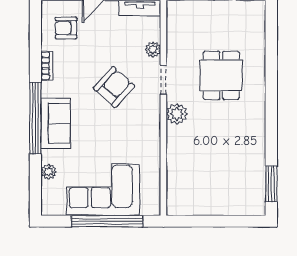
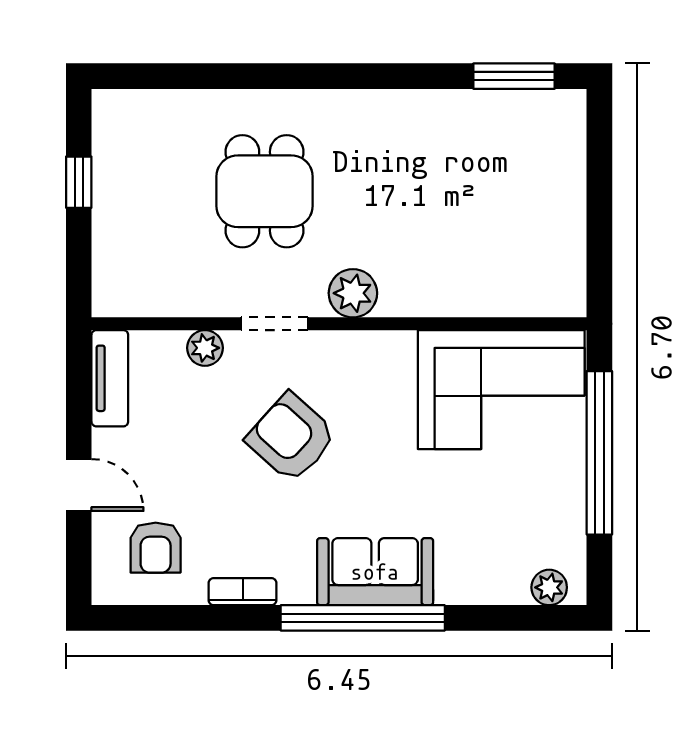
dining table: (221, 75) -> (265, 191), turned 90
plant: (49, 172) -> (549, 587), moved
corner sofa: (103, 190) -> (501, 390), moved, turned -90

